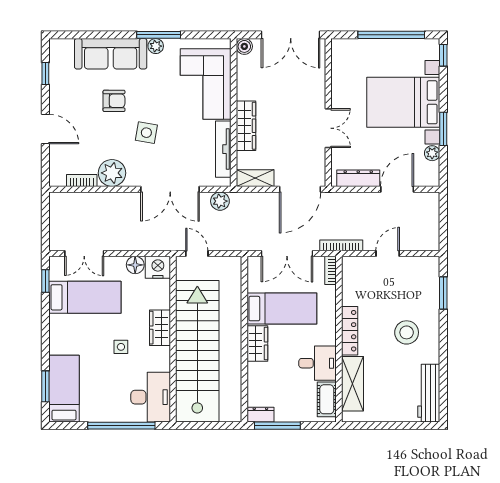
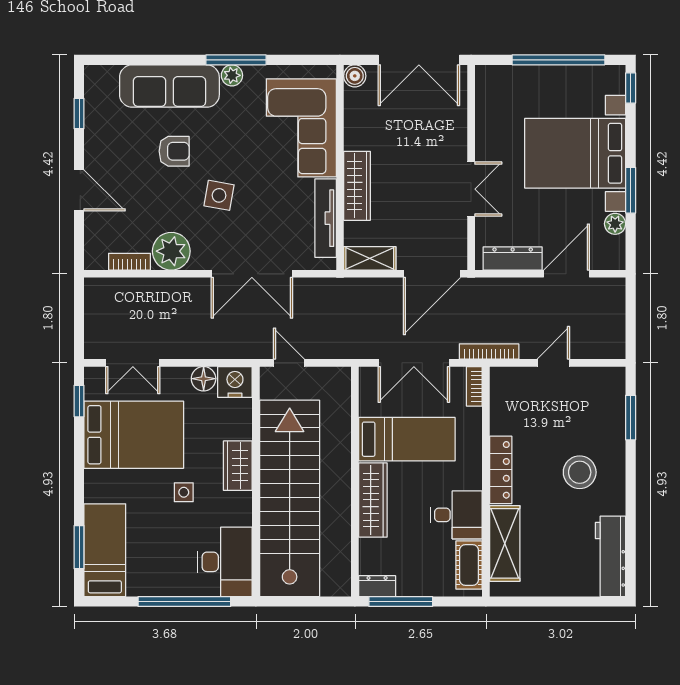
plant: (220, 201) -> (321, 290), removed
bed: (85, 297) -> (134, 435), width x1.50
wardrobe: (257, 344) -> (373, 500), width x1.50

